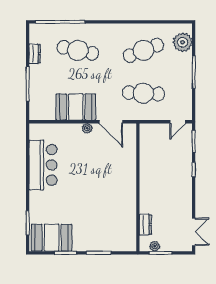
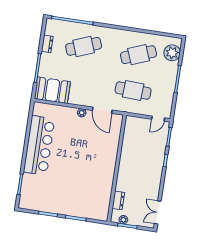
cafe table: (78, 50) -> (84, 46), turned -33
booth: (76, 107) -> (52, 90), moved
bar counter: (43, 165) -> (39, 145), width x1.36
double door: (194, 232) -> (158, 212), swing flipped
booth: (52, 238) -> (38, 200), removed

